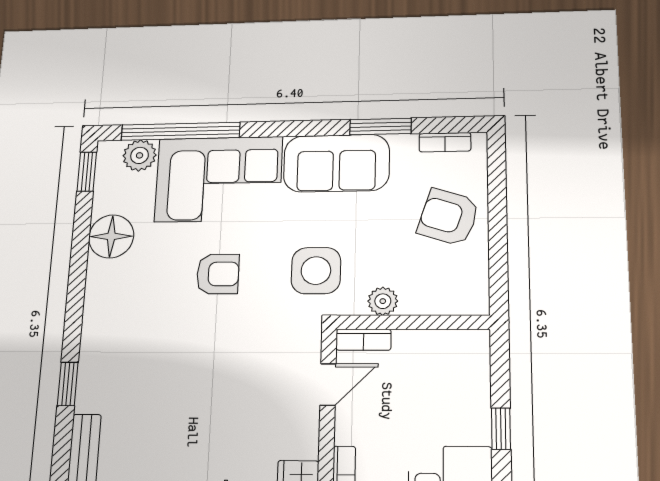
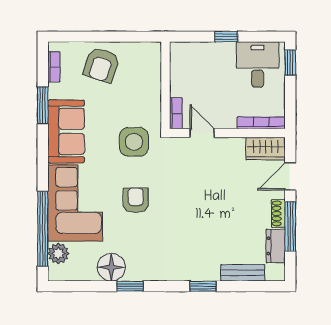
window: (87, 172) -> (130, 286), moved
plant: (383, 301) -> (153, 103), removed

